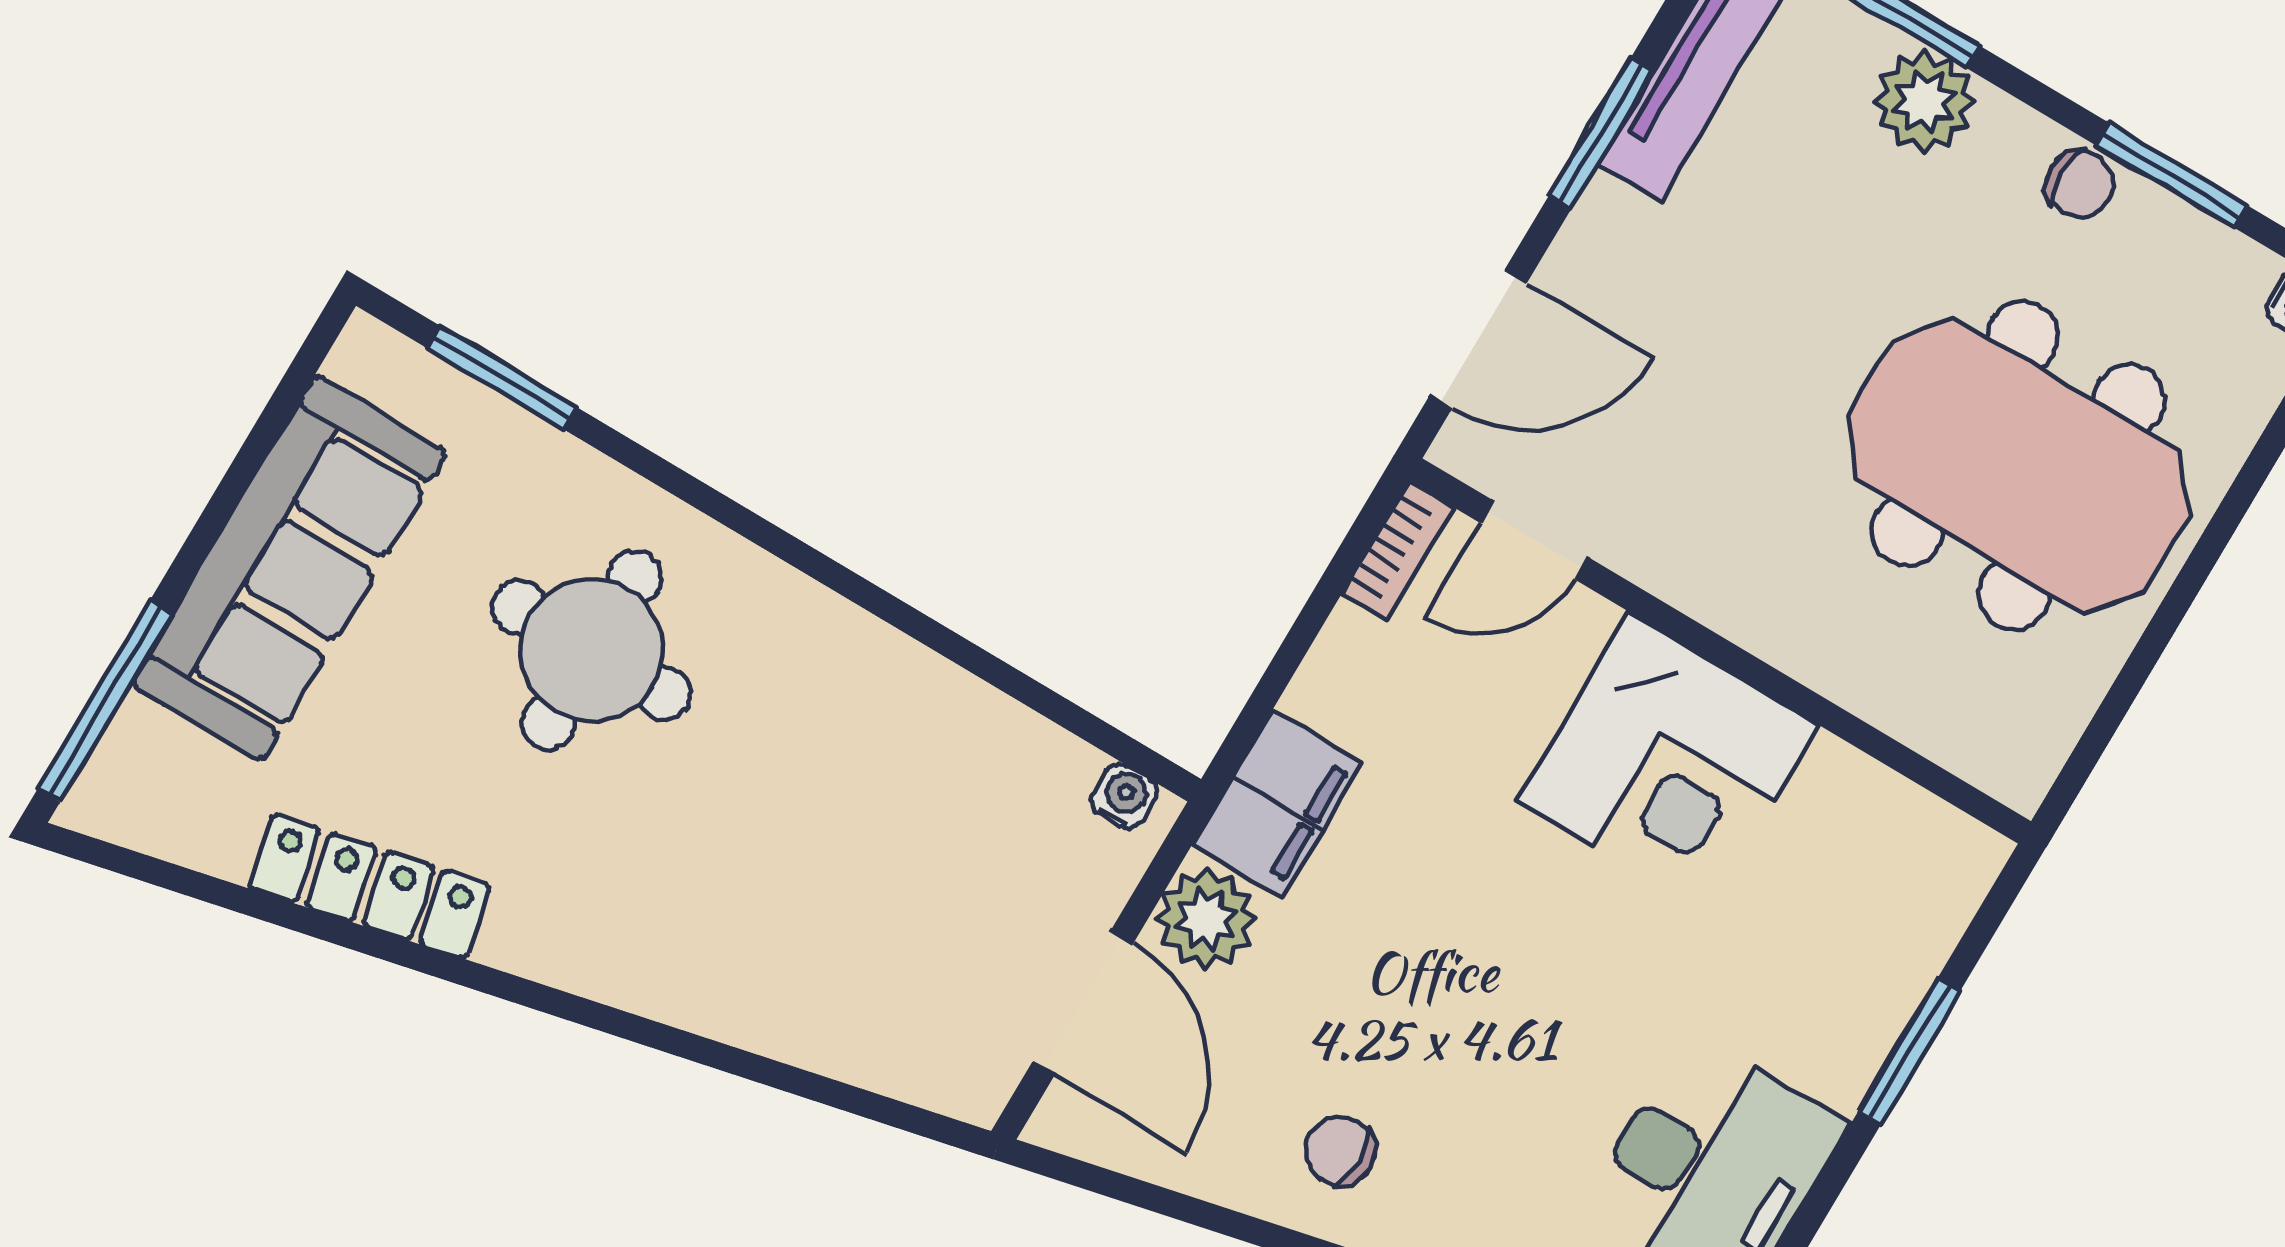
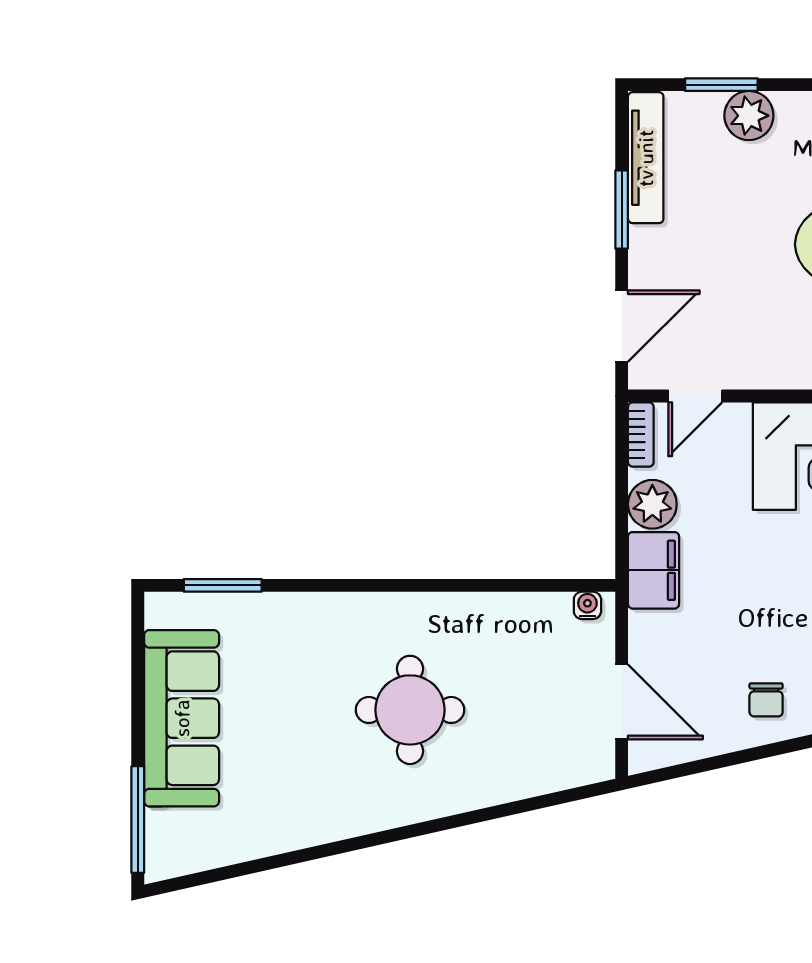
round table: (591, 650) -> (410, 710), moved
locker: (370, 886) -> (295, 831), removed
plant: (1206, 919) -> (652, 504), moved
chair: (1340, 1151) -> (766, 700), turned -90

